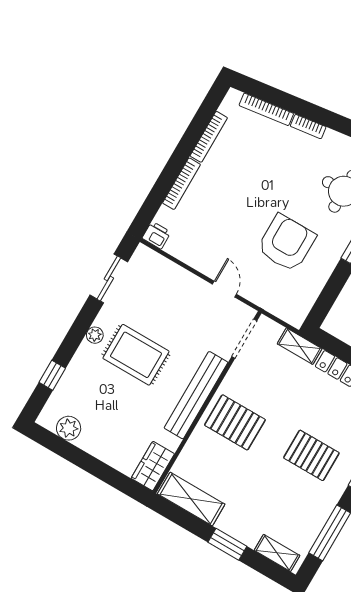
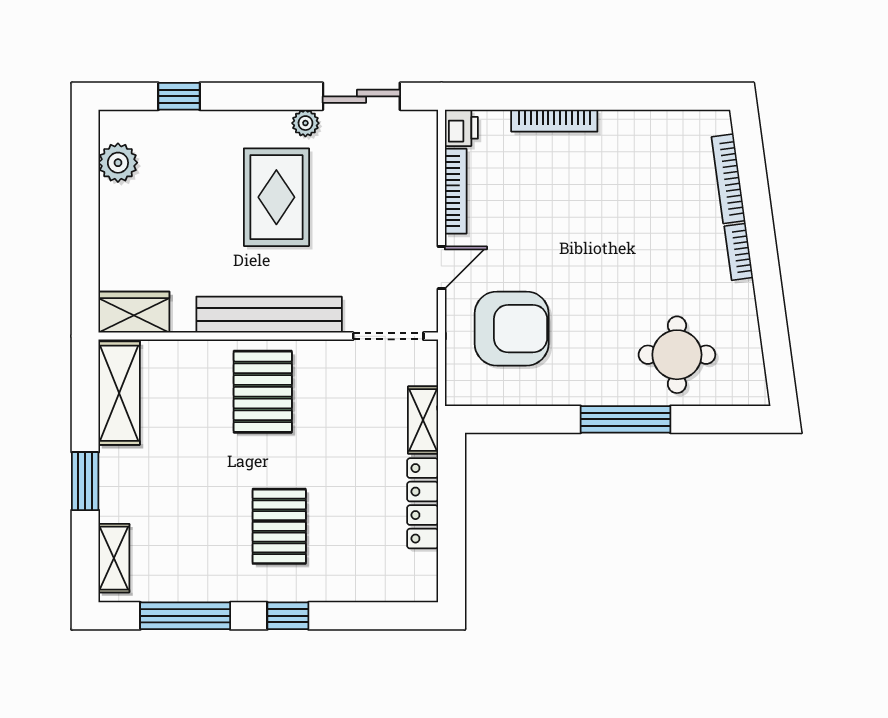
bookcase: (209, 137) -> (456, 191), moved, turned -90
armchair: (286, 243) -> (512, 329), moved
plant: (95, 335) -> (305, 123), moved

